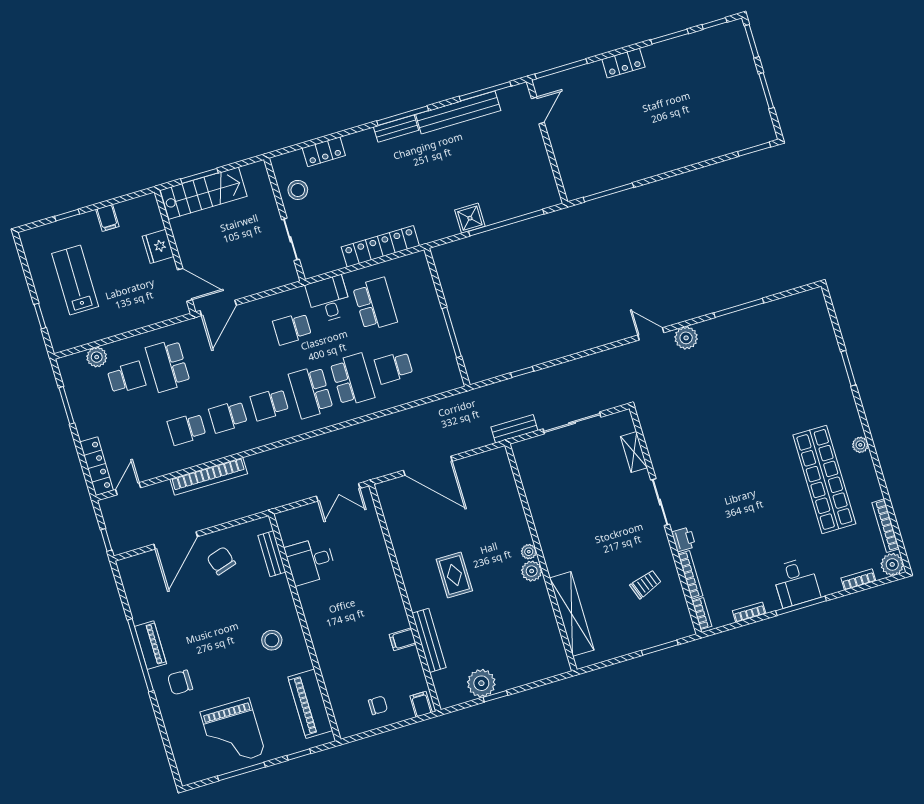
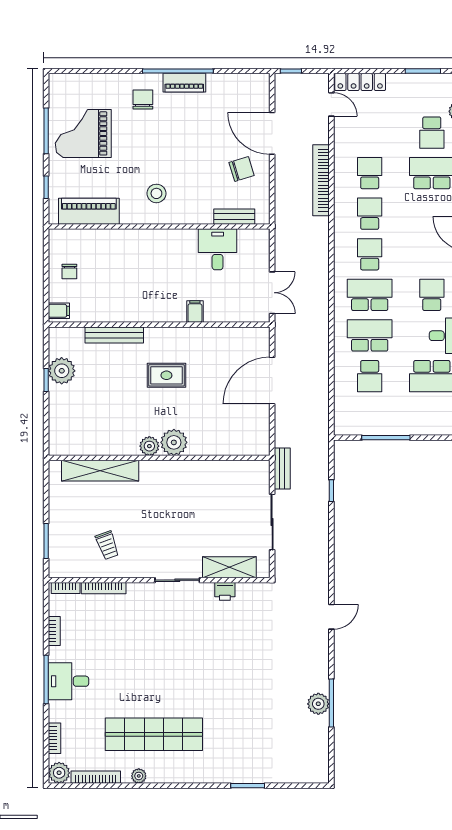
plant: (686, 338) -> (318, 704), moved
school desk: (394, 367) -> (370, 376), turned 180
school desk: (352, 380) -> (370, 335), turned 180
plant: (860, 445) -> (139, 776), moved
shelving: (634, 452) -> (229, 567), width x1.50, depth x1.33
double door: (338, 492) -> (272, 293), swing flipped
printer: (684, 539) -> (225, 591), moved
plant: (529, 552) -> (174, 442), width x1.88, depth x1.88
filing cabinet: (403, 639) -> (195, 312), moved

